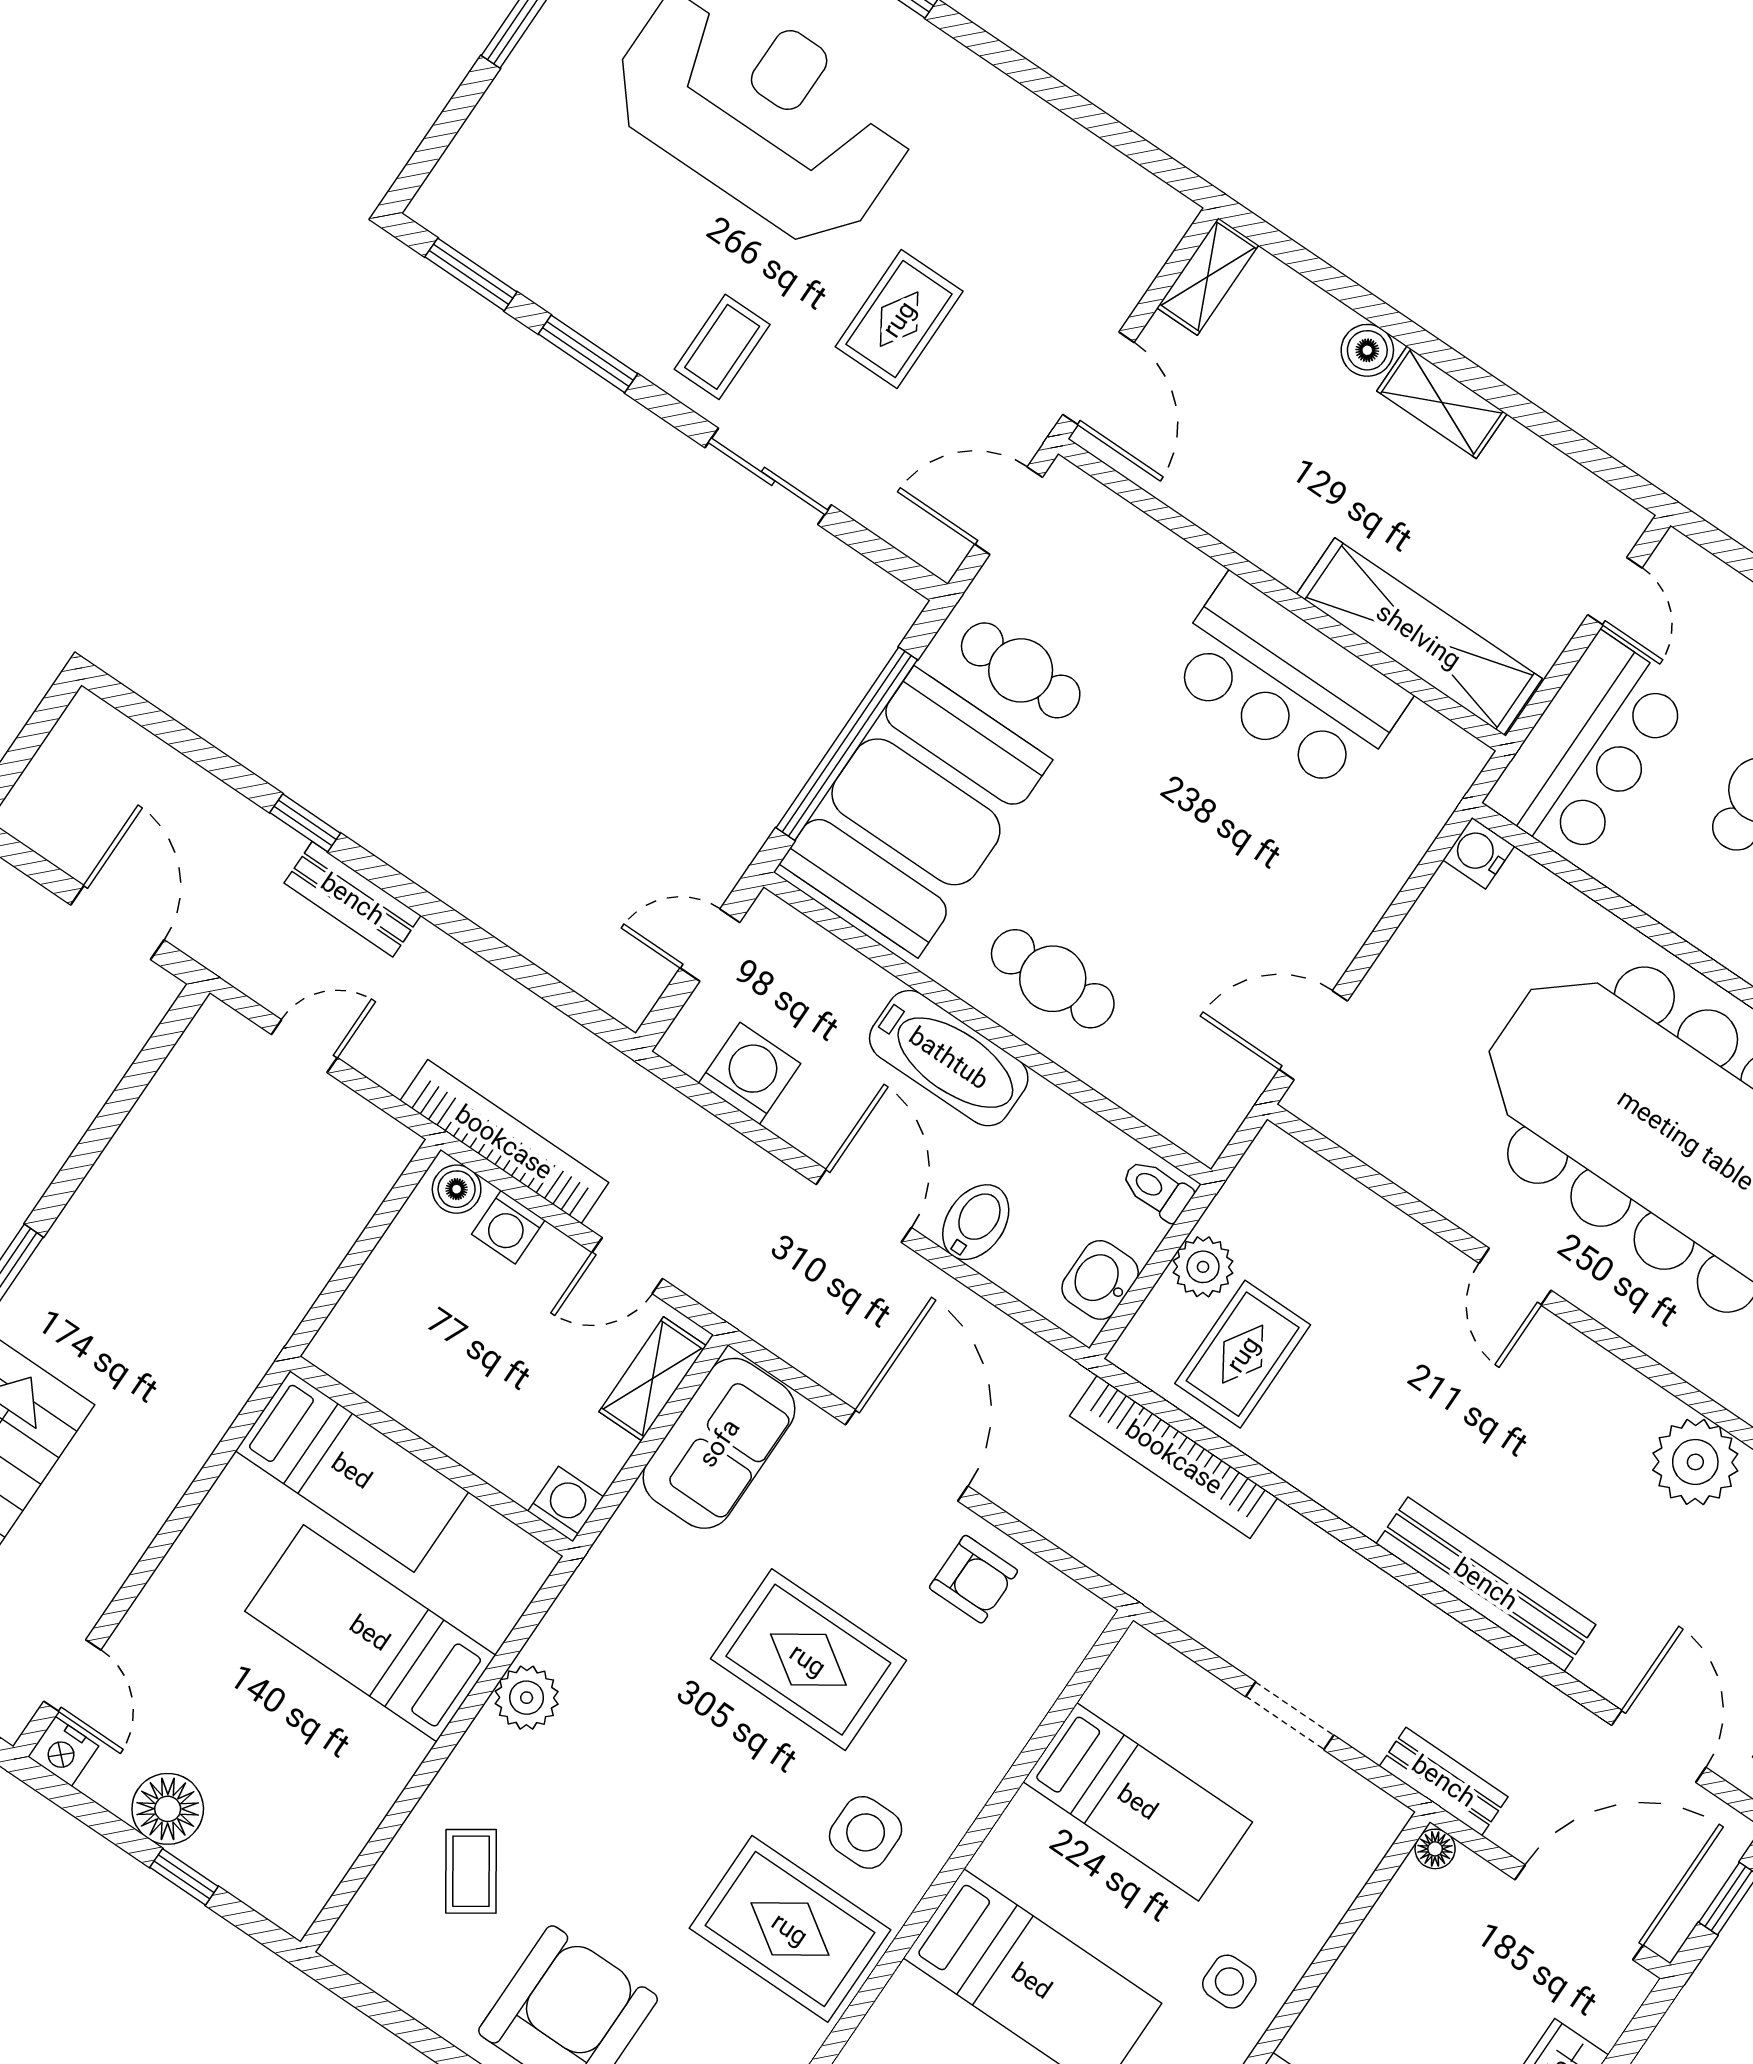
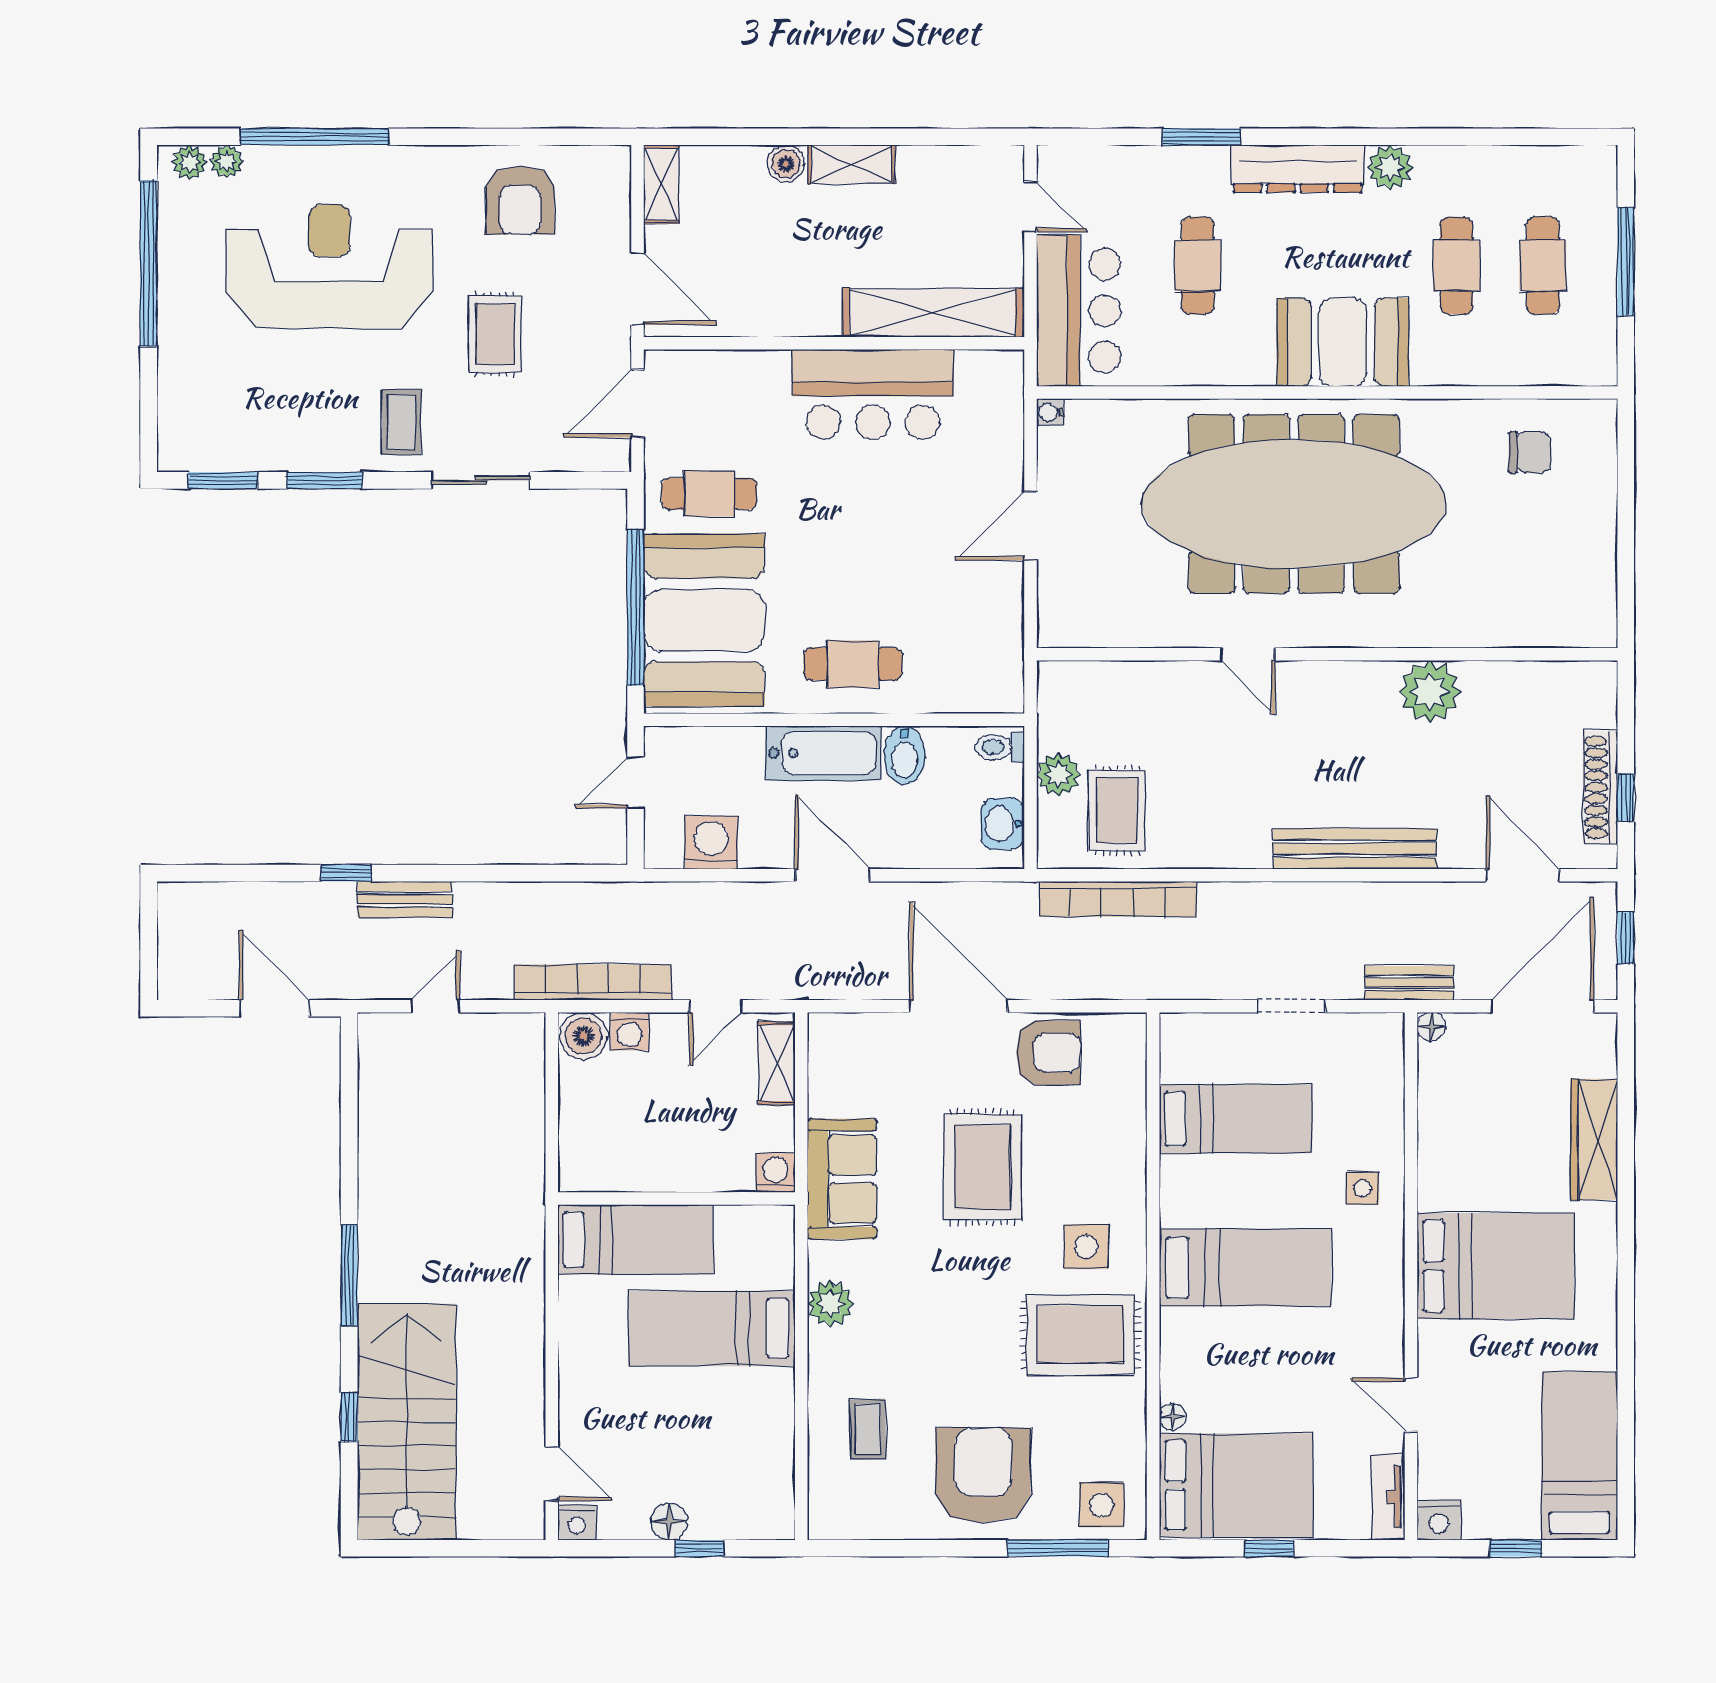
armchair: (1033, 185) -> (520, 200), added
water cooler: (1479, 853) -> (1050, 412), width x0.72, depth x0.72
door: (1313, 1035) -> (1030, 526), moved
boiler: (457, 1189) -> (584, 1036), width x1.36, depth x1.36
bidet: (976, 1222) -> (905, 755), moved, turned 180
sofa: (719, 1443) -> (842, 1179), moved
armchair: (973, 1579) -> (1048, 1053), width x1.38, depth x1.38
rug: (808, 1660) -> (983, 1167), turned 90
floor lamp: (168, 1809) -> (669, 1521), width x0.73, depth x0.73
coffee table: (471, 1871) -> (868, 1429), turned 33

